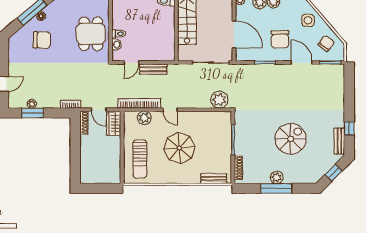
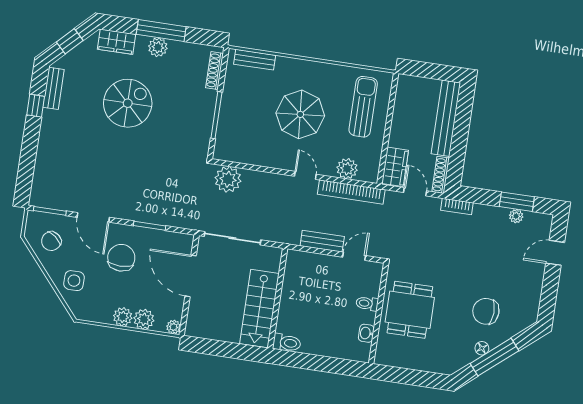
washbasin: (116, 44) -> (366, 333), moved
spiral stairs: (291, 139) -> (128, 103), turned 180
bench: (86, 160) -> (446, 118), added
wardrobe: (304, 177) -> (116, 42), added

